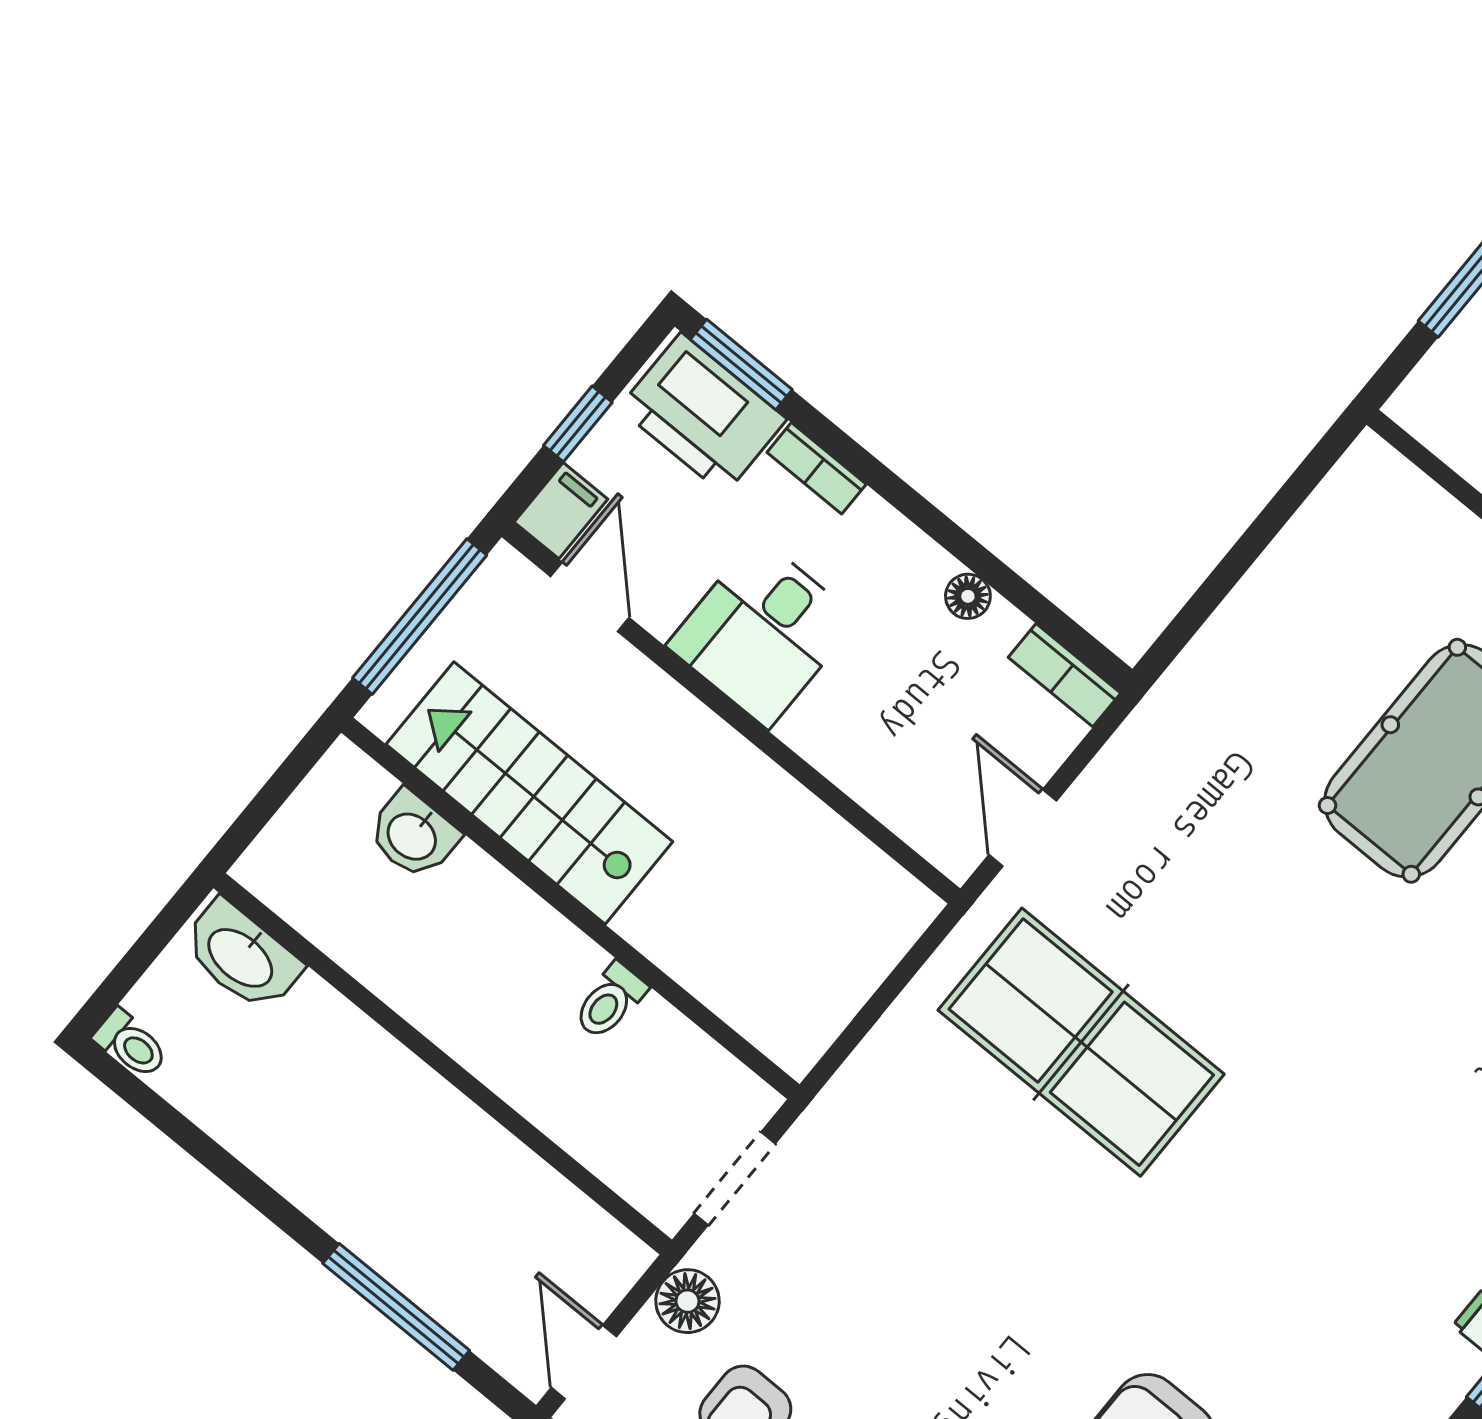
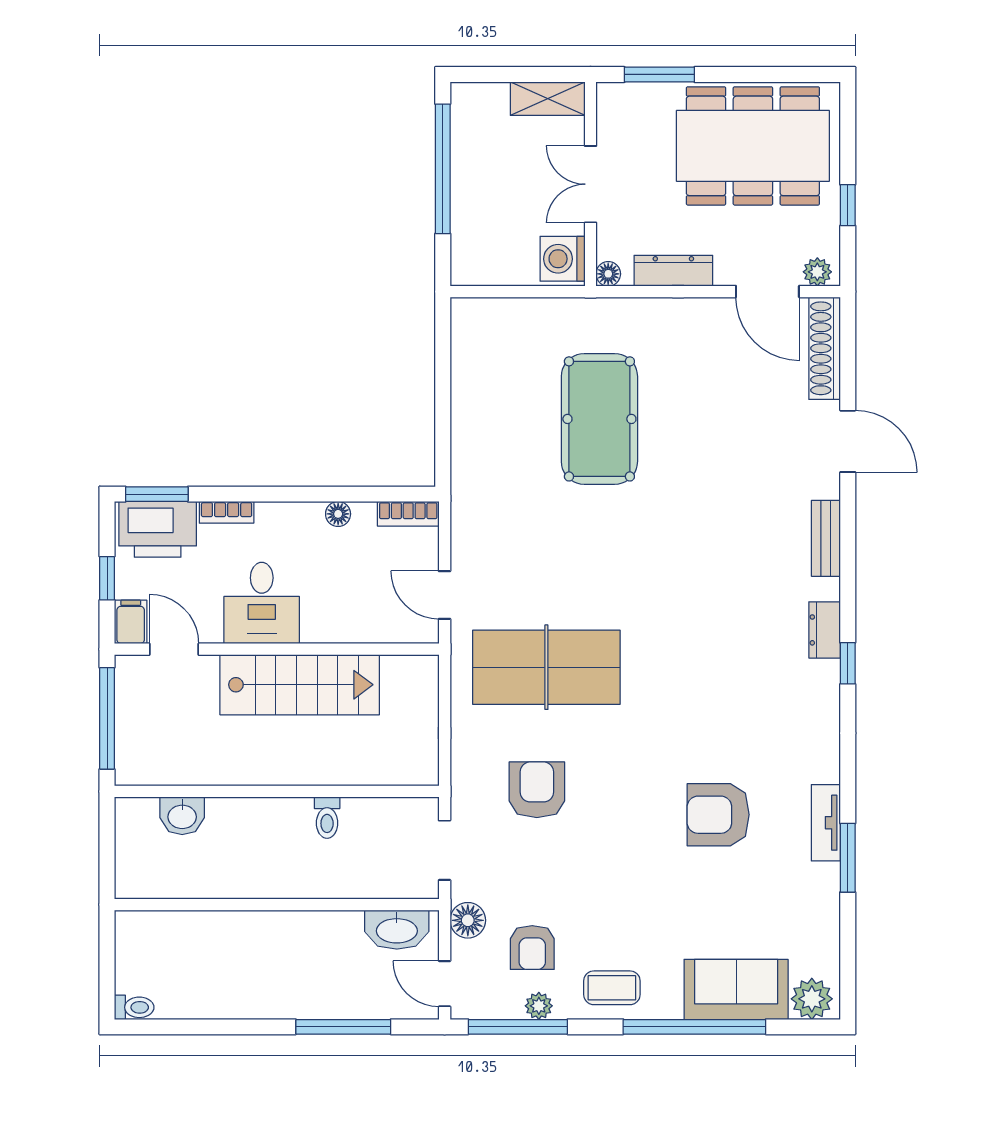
stairs: (529, 793) -> (300, 685), moved, turned 180
washbasin: (242, 956) -> (397, 930), moved
armchair: (930, 1200) -> (537, 790), added

